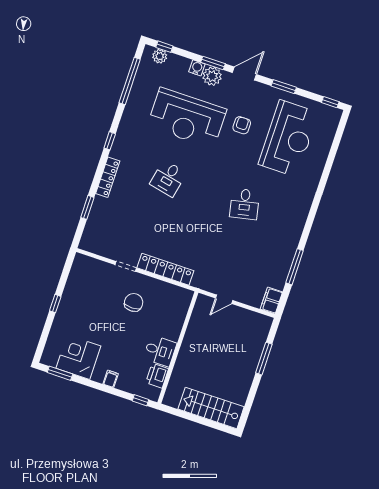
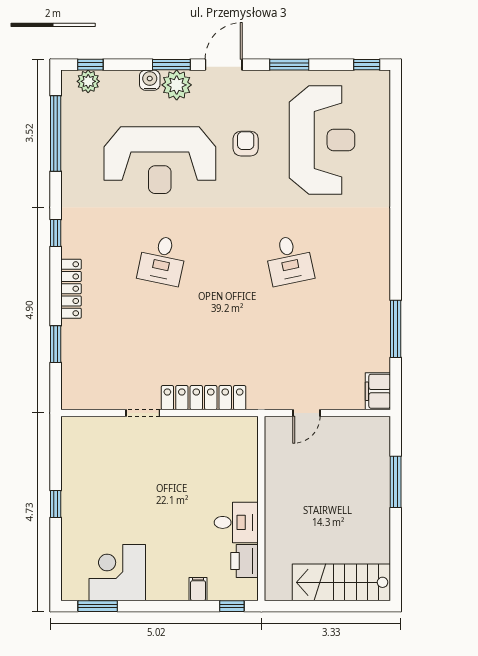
chair: (134, 302) -> (173, 463), removed
filing cabinet: (111, 379) -> (198, 589), moved

